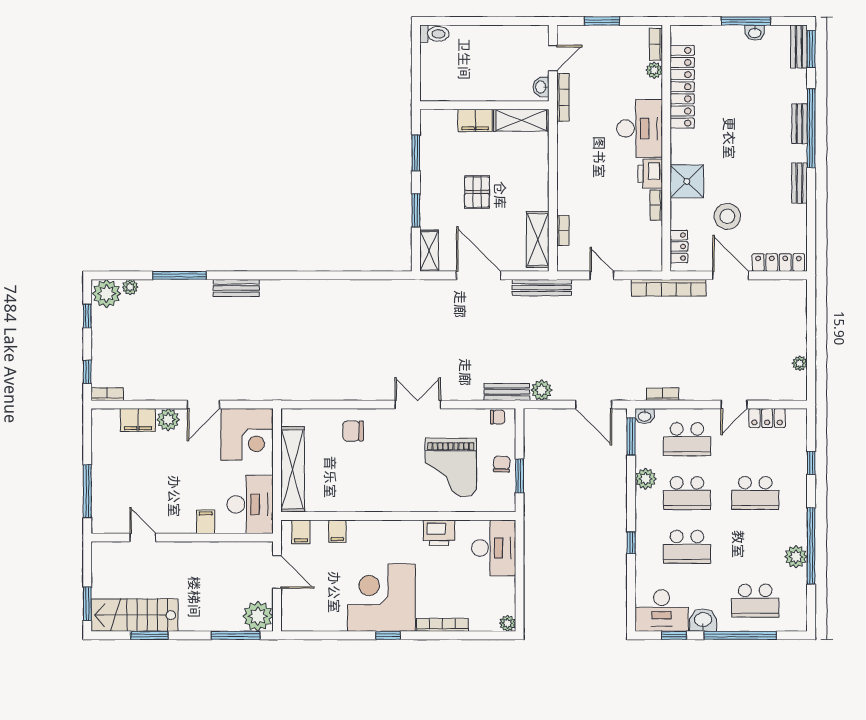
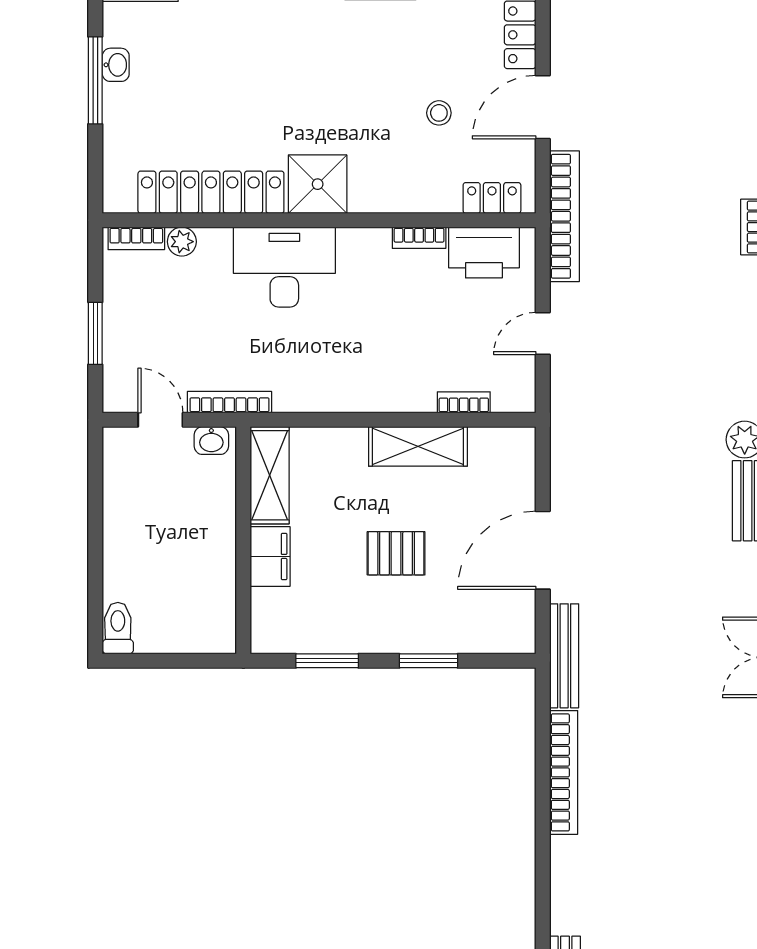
printer: (650, 174) -> (484, 253), moved, width x1.37, depth x1.19
shower: (687, 181) -> (318, 184), moved
stool: (727, 216) -> (439, 113), width x0.53, depth x0.53
shelving: (538, 240) -> (418, 446), moved
shelving: (429, 251) -> (499, 637), removed
bookcase: (352, 287) -> (564, 772), added
bench: (542, 288) -> (564, 656), moved

